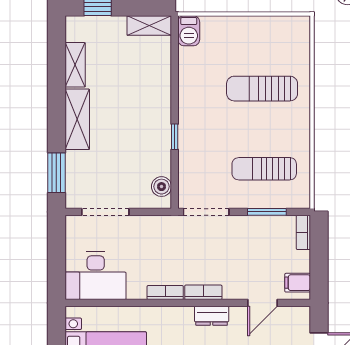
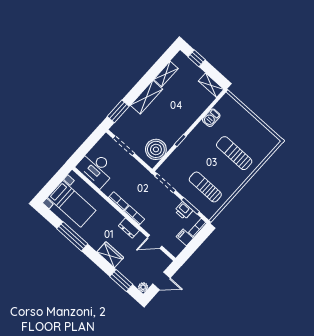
barbecue: (189, 31) -> (211, 118), moved
boiler: (161, 187) -> (156, 149), width x1.86, depth x1.86
printer: (264, 227) -> (184, 211), added
filing cabinet: (298, 283) -> (185, 237), moved

